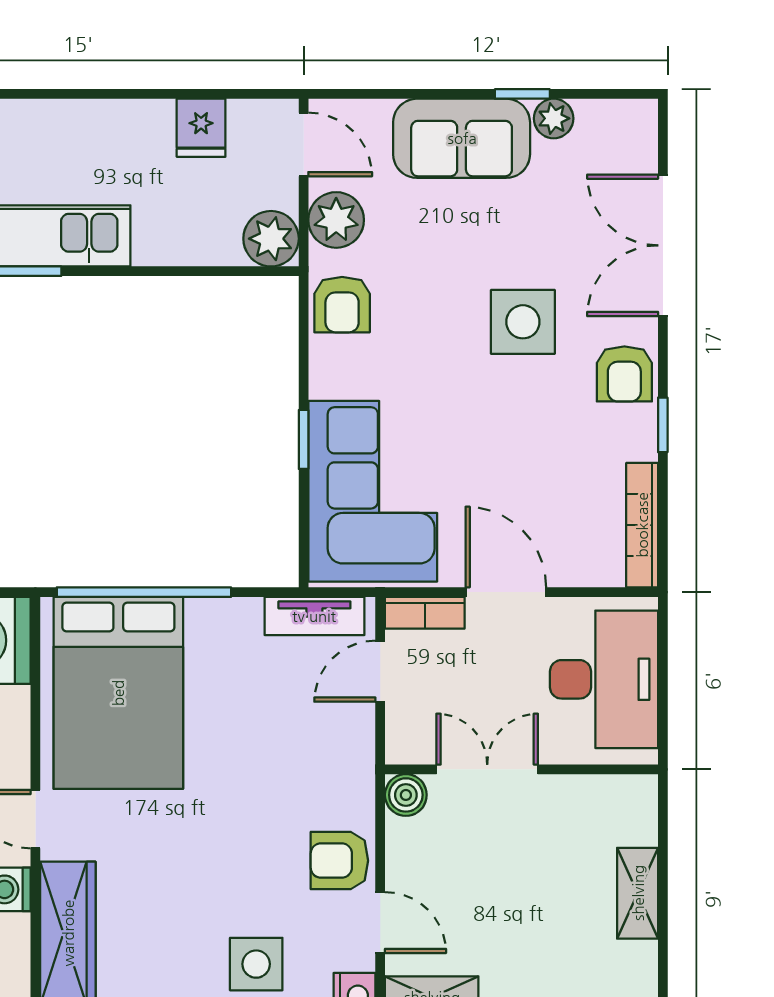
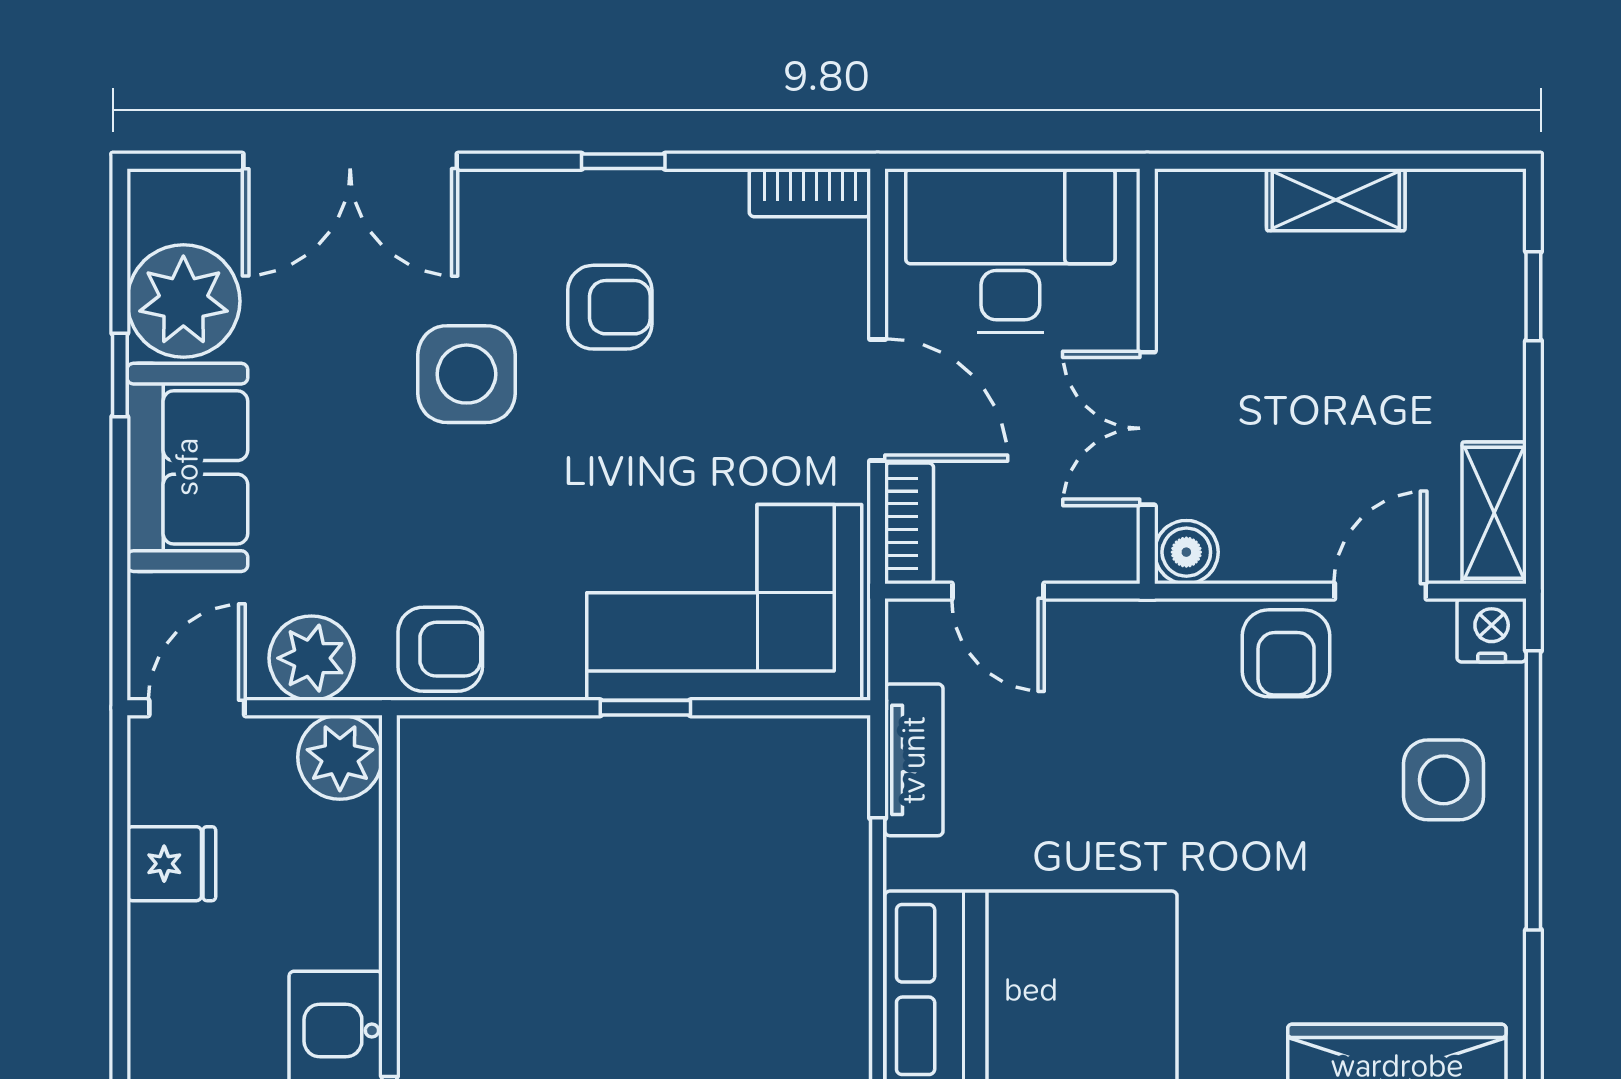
plant: (554, 118) -> (183, 301), width x1.88, depth x1.88
armchair: (624, 374) -> (610, 307), moved
bookcase: (642, 525) -> (810, 193), width x0.64
door: (506, 592) -> (878, 400), swing flipped
tv unit: (314, 616) -> (914, 760), moved

